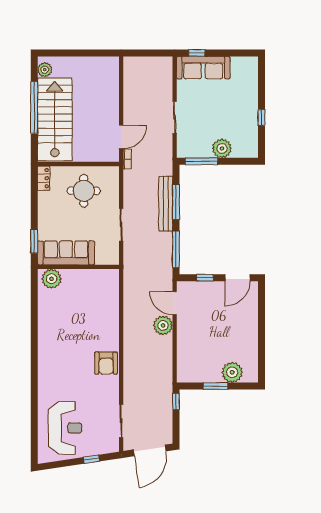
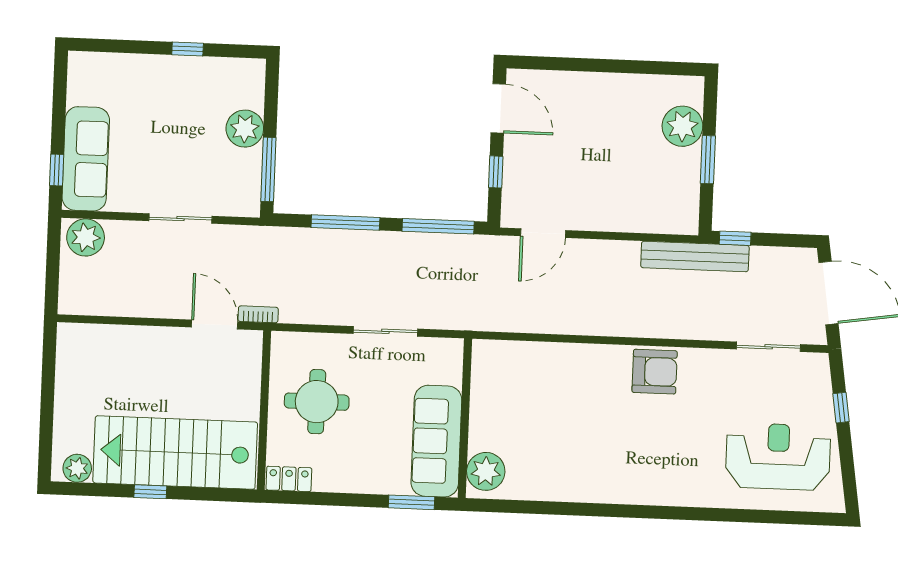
window: (34, 108) -> (150, 492), width x0.32
bench: (166, 204) -> (695, 257), moved
plant: (163, 325) -> (86, 237), moved

